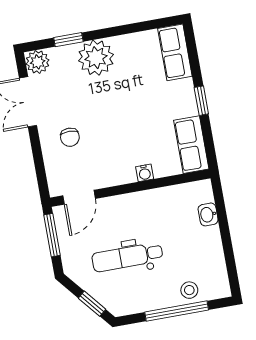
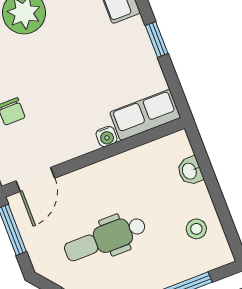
row of seats: (191, 145) -> (145, 115), moved, turned 90
stool: (189, 290) -> (196, 229), moved

